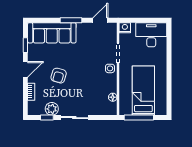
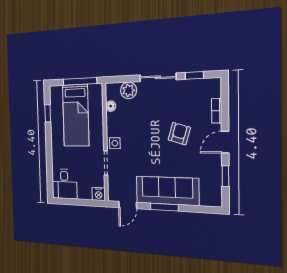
sofa: (52, 33) -> (167, 191), moved
desk: (151, 35) -> (64, 184), width x0.73
window: (169, 93) -> (48, 113), added
plant: (52, 109) -> (129, 90), moved

